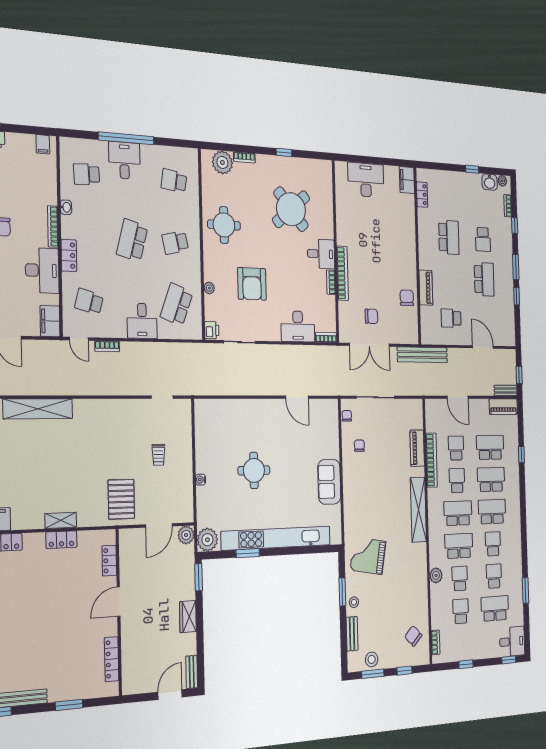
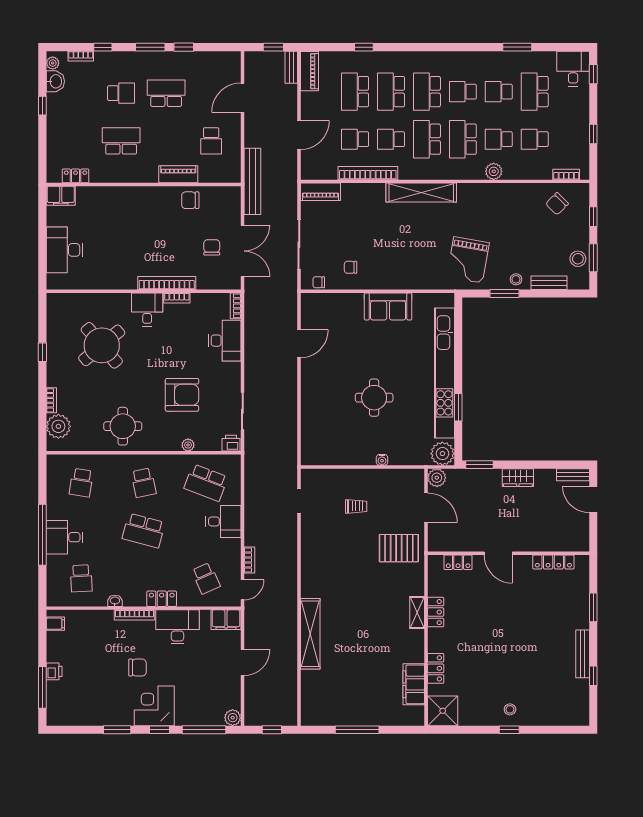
school desk: (89, 302) -> (206, 578), turned -39
piano: (417, 448) -> (320, 192), moved

